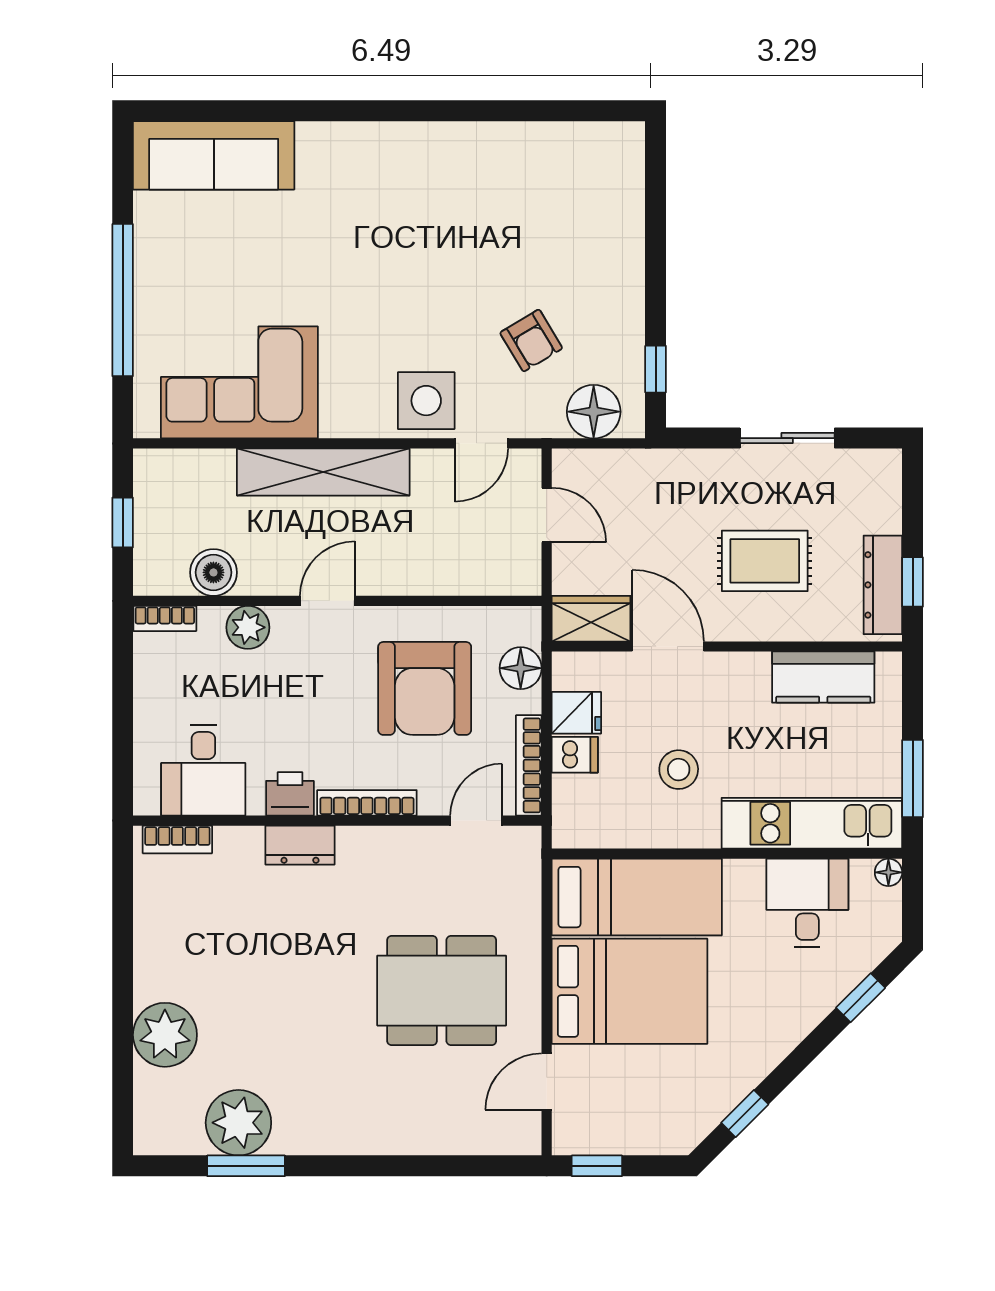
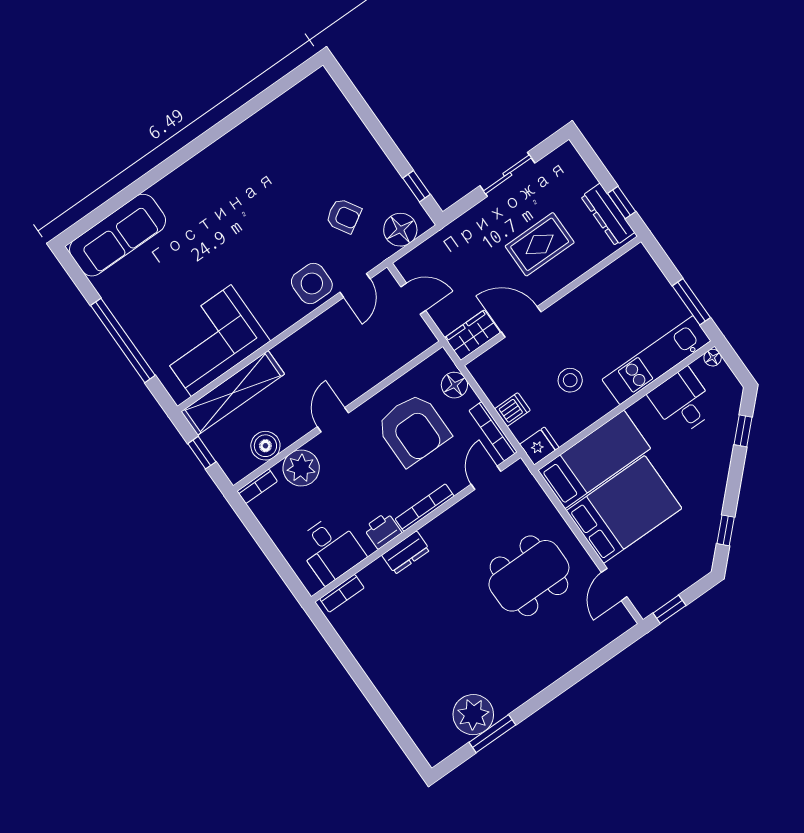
shelving: (323, 472) -> (233, 393), moved
plant: (248, 627) -> (301, 468), width x1.36, depth x1.36
kitchen counter: (823, 677) -> (610, 282), removed
fridge: (576, 713) -> (539, 446), moved
plant: (165, 1035) -> (405, 696), removed

